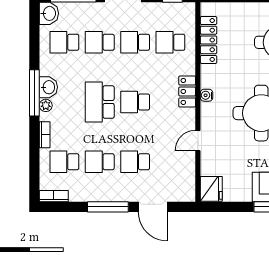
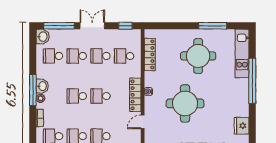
locker: (187, 91) -> (135, 95), width x1.53
school desk: (100, 102) -> (77, 96), width x0.54

